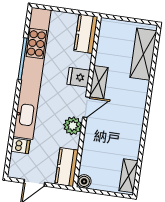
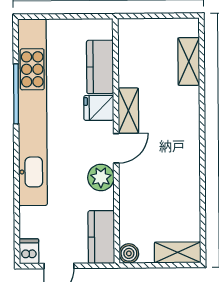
kitchen counter: (86, 34) -> (100, 67), moved
shelving: (143, 54) -> (189, 61), width x0.67, depth x0.75
dishwasher: (20, 146) -> (29, 251), moved, turned -90
shelving: (129, 176) -> (178, 252), moved, turned 90

